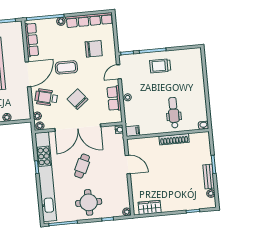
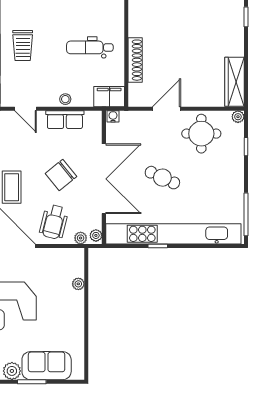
dental chair: (174, 113) -> (90, 47), moved
filing cabinet: (132, 131) -> (109, 97), width x2.00
shoe rack: (174, 139) -> (135, 60), moved
round table: (89, 202) -> (201, 134), moved
wardrobe: (150, 207) -> (235, 82), width x1.50

